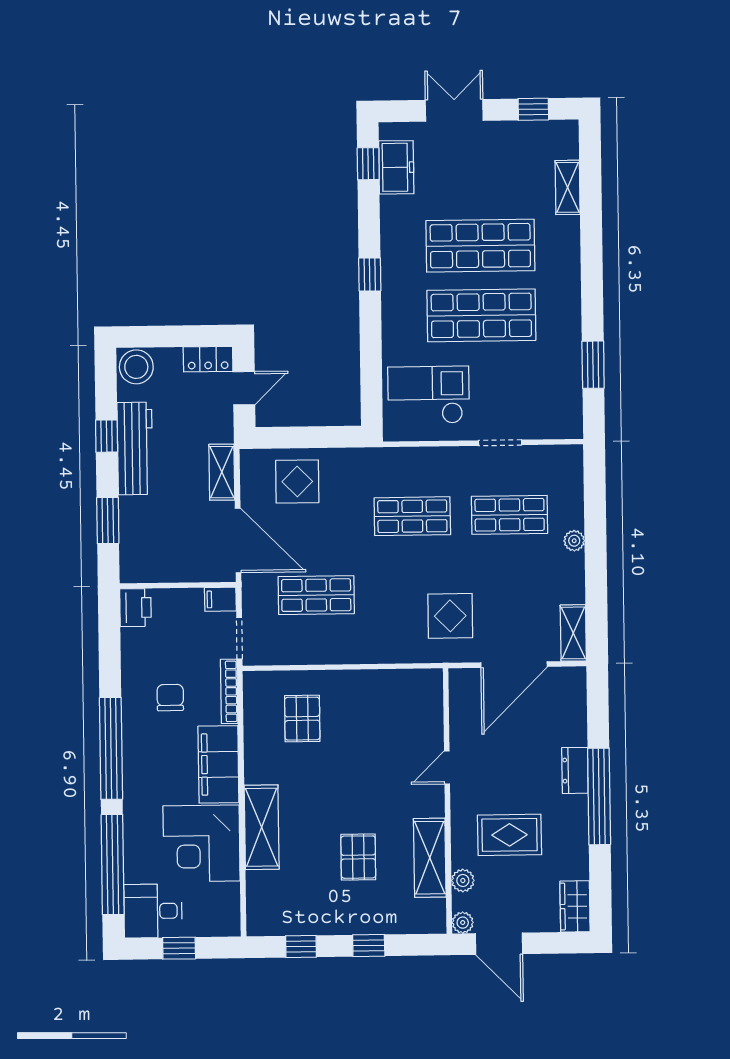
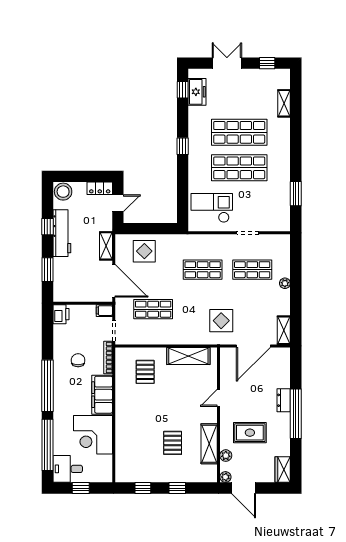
shelving: (262, 827) -> (188, 356), moved, turned 90

